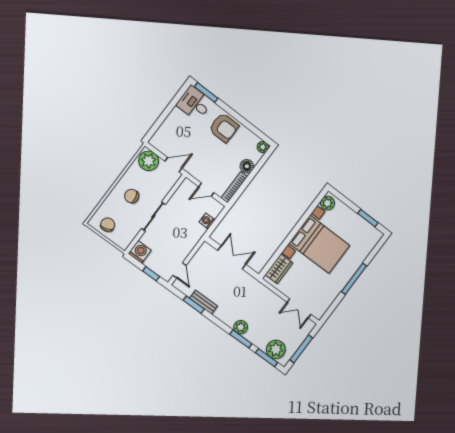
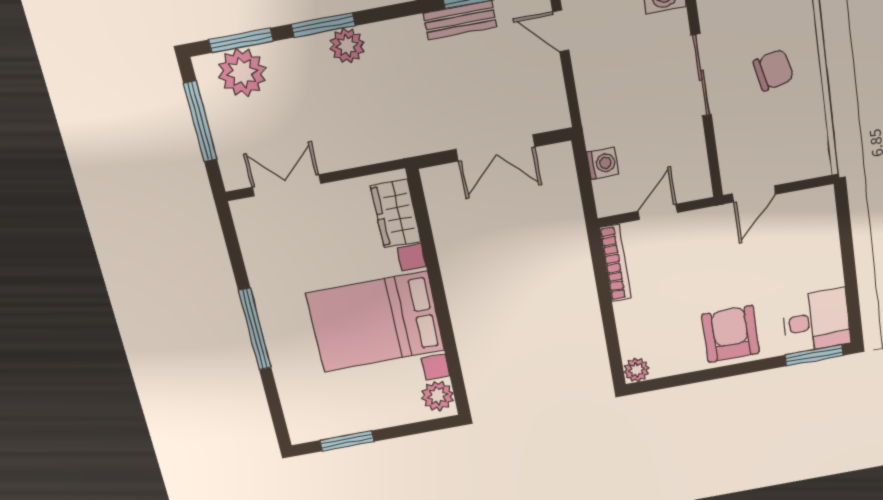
armchair: (224, 128) -> (731, 334), turned 90
plant: (149, 161) -> (802, 157), removed
floor lamp: (247, 166) -> (630, 316), removed

